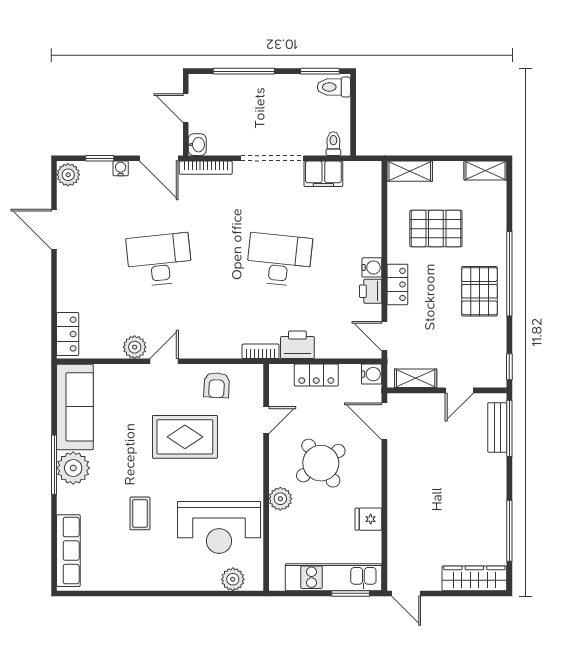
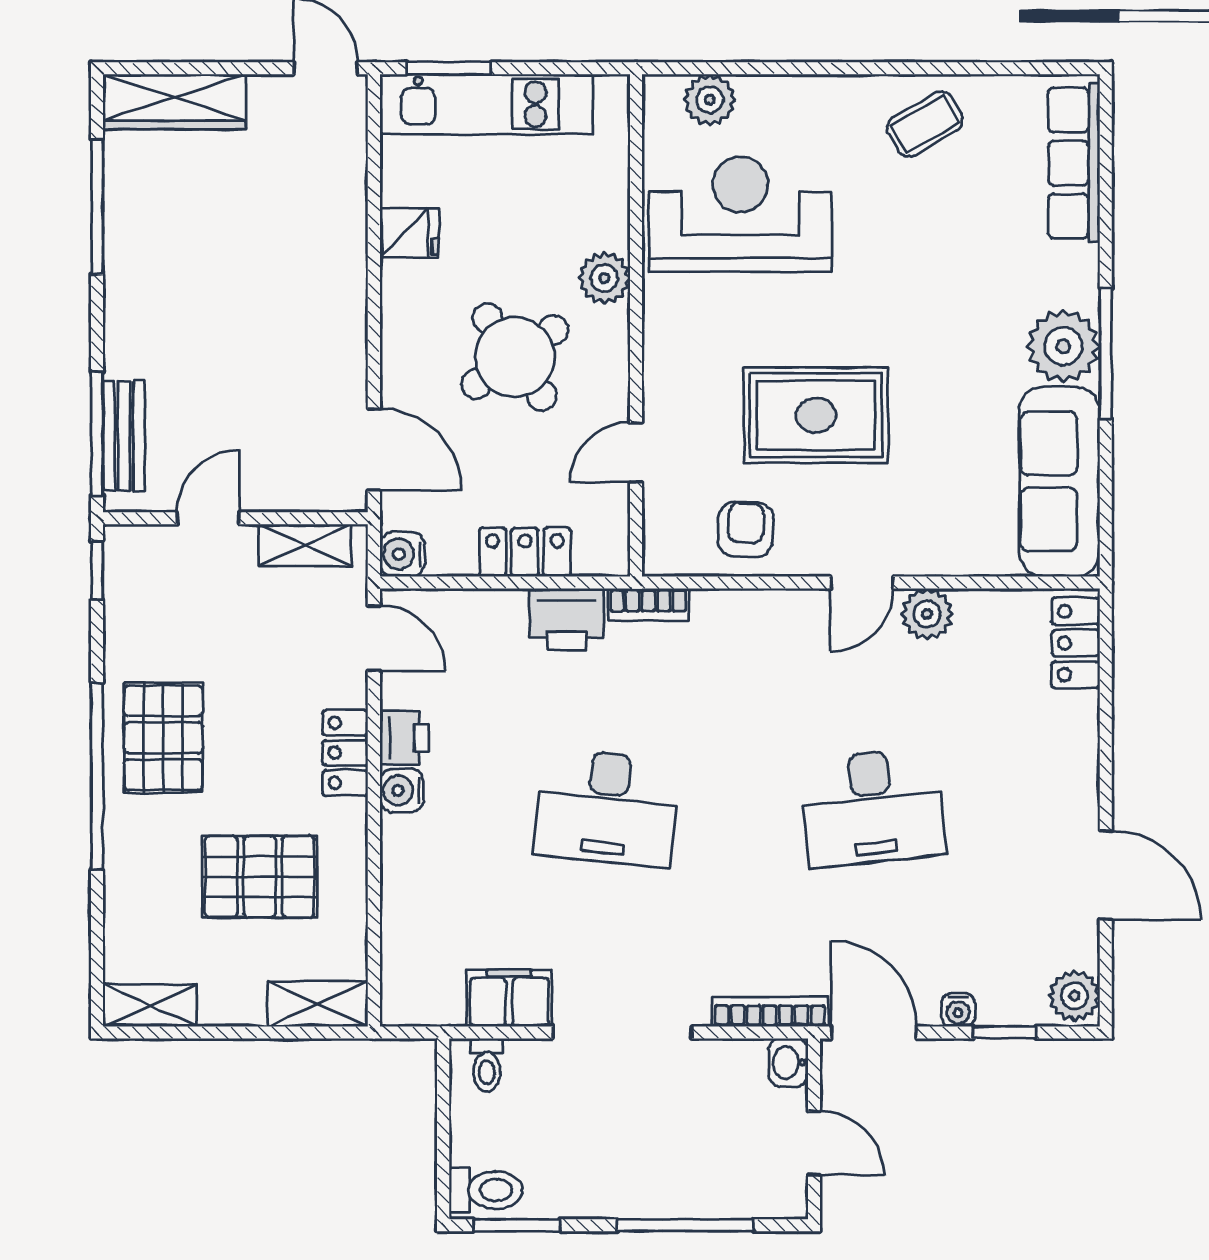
coffee table: (140, 513) -> (925, 124), moved, turned 60

